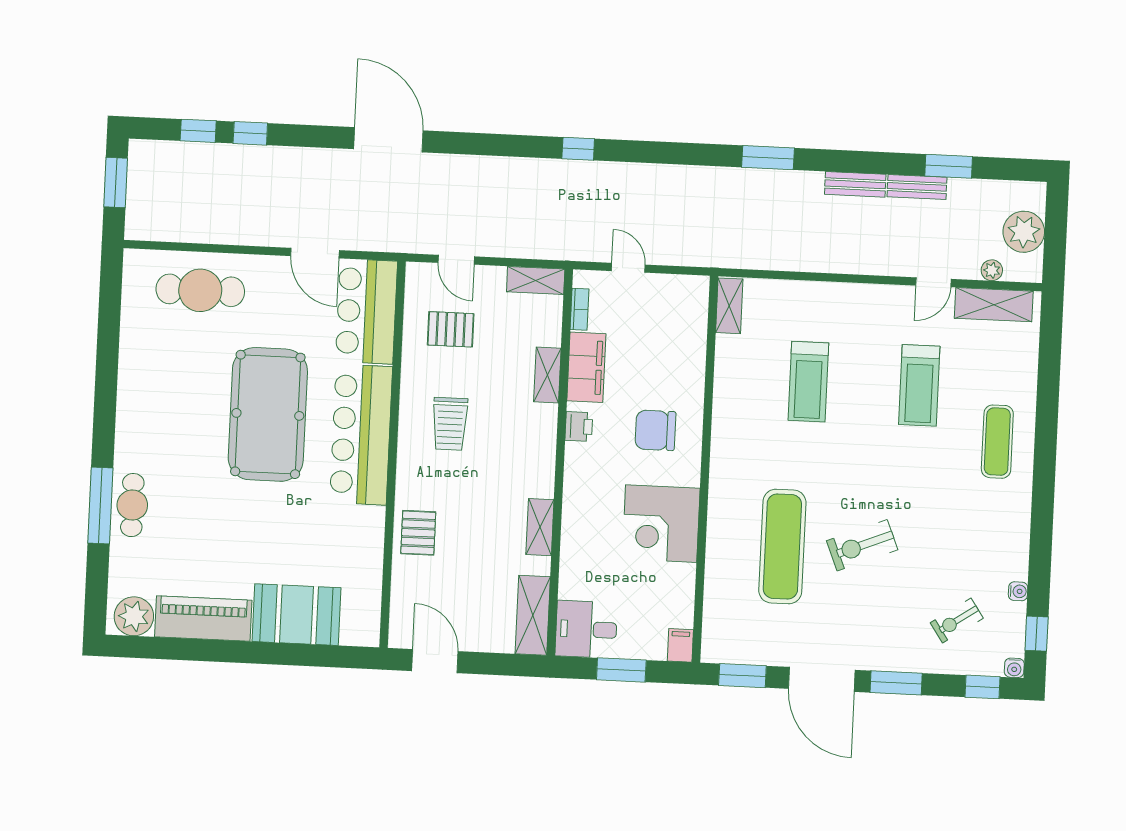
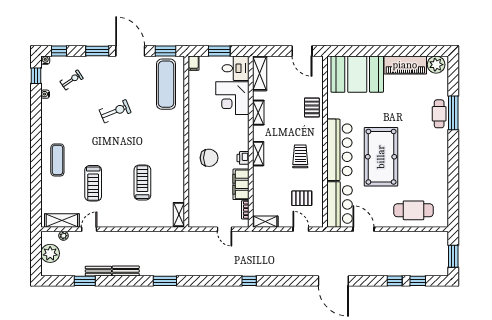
shelving: (547, 375) -> (258, 154), moved
treadmill: (919, 385) -> (93, 183), turned 180
corner desk: (661, 524) -> (232, 98), moved, turned 180
exercise mat: (782, 546) -> (166, 84), moved
booth: (296, 615) -> (357, 74), width x1.36, depth x1.42

